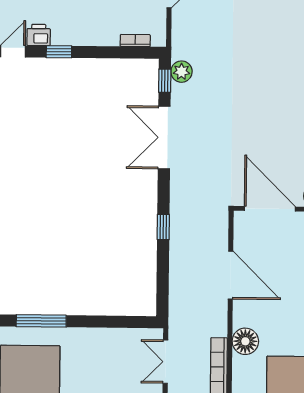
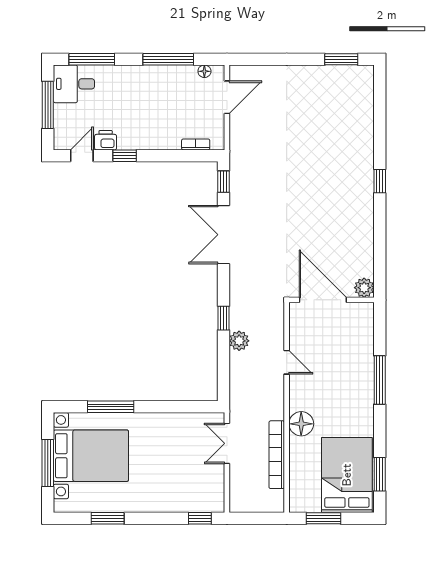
plant: (181, 72) -> (239, 341), moved
door: (230, 275) -> (287, 362), width x0.53

